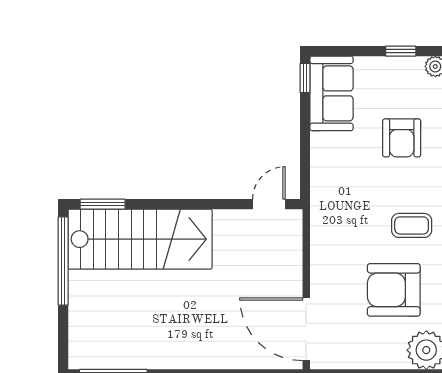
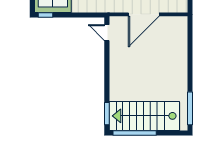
stairs: (140, 239) -> (144, 116), moved, turned -90
door: (306, 329) -> (144, 14), moved

